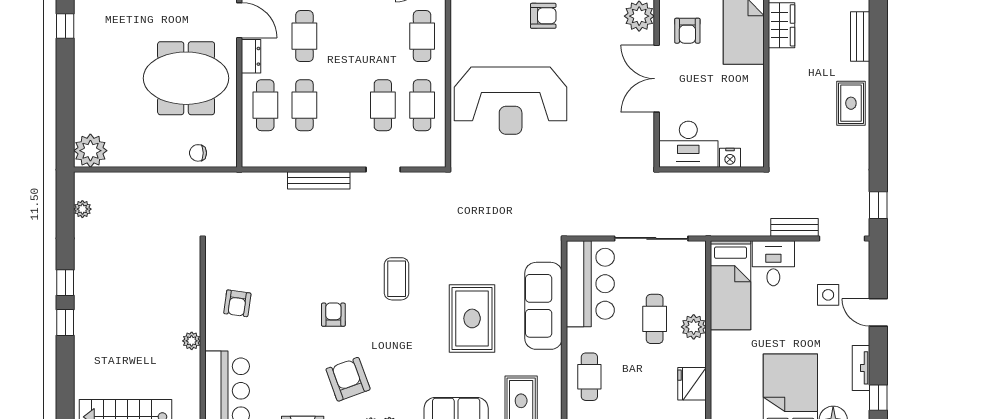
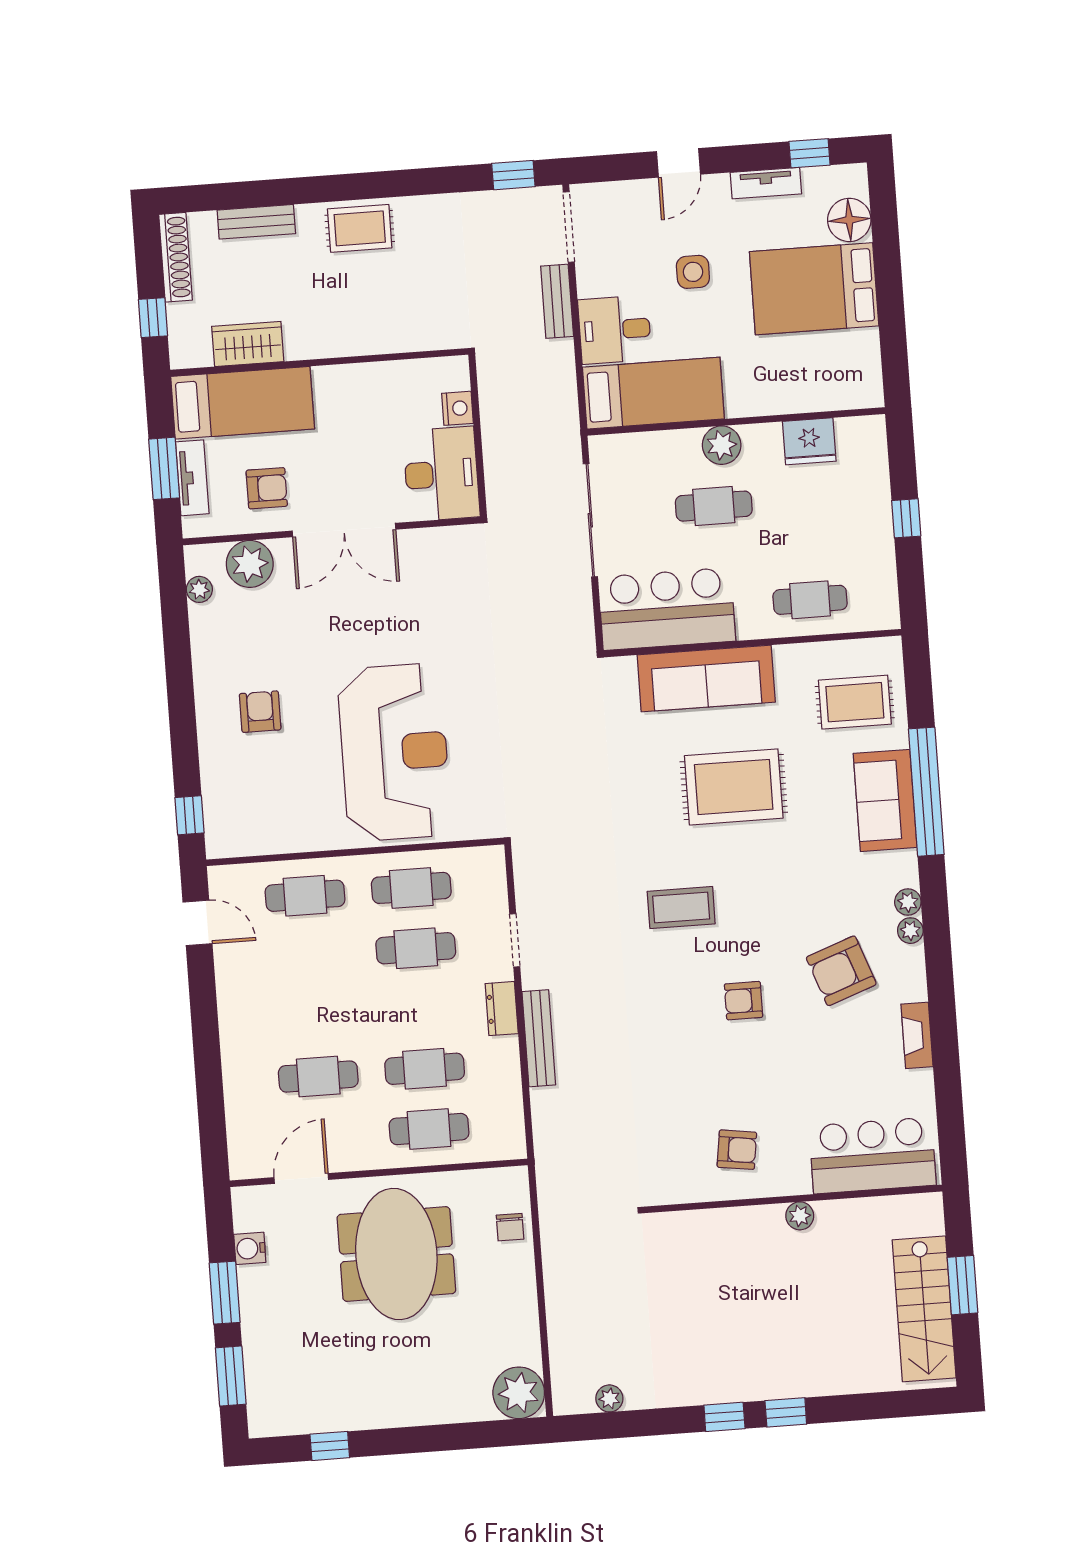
dresser: (251, 56) -> (502, 1009), moved, turned -90
side table: (828, 295) -> (693, 272), moved

